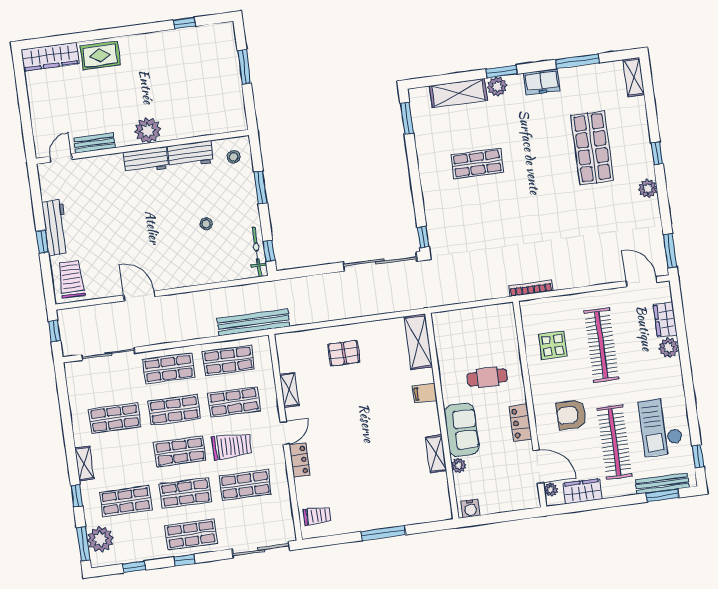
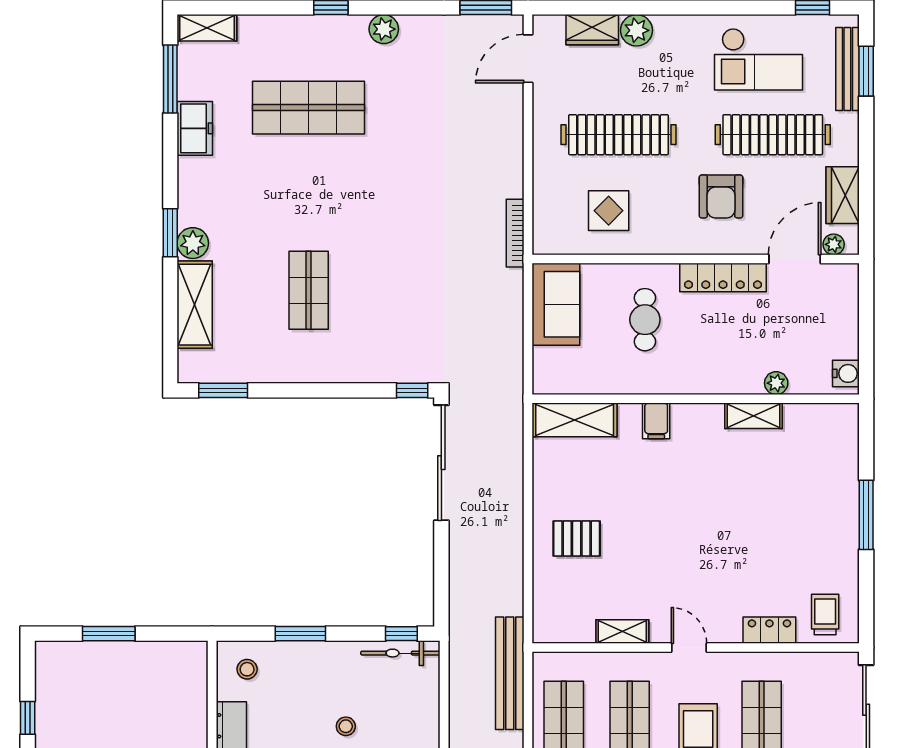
window: (577, 61) -> (170, 79), moved
freezer: (542, 82) -> (195, 128), moved
pallet: (344, 353) -> (577, 539), turned 90
locker: (520, 423) -> (723, 277), width x1.53
sofa: (462, 430) -> (556, 304), moved, turned 90
locker: (300, 460) -> (769, 630), moved

